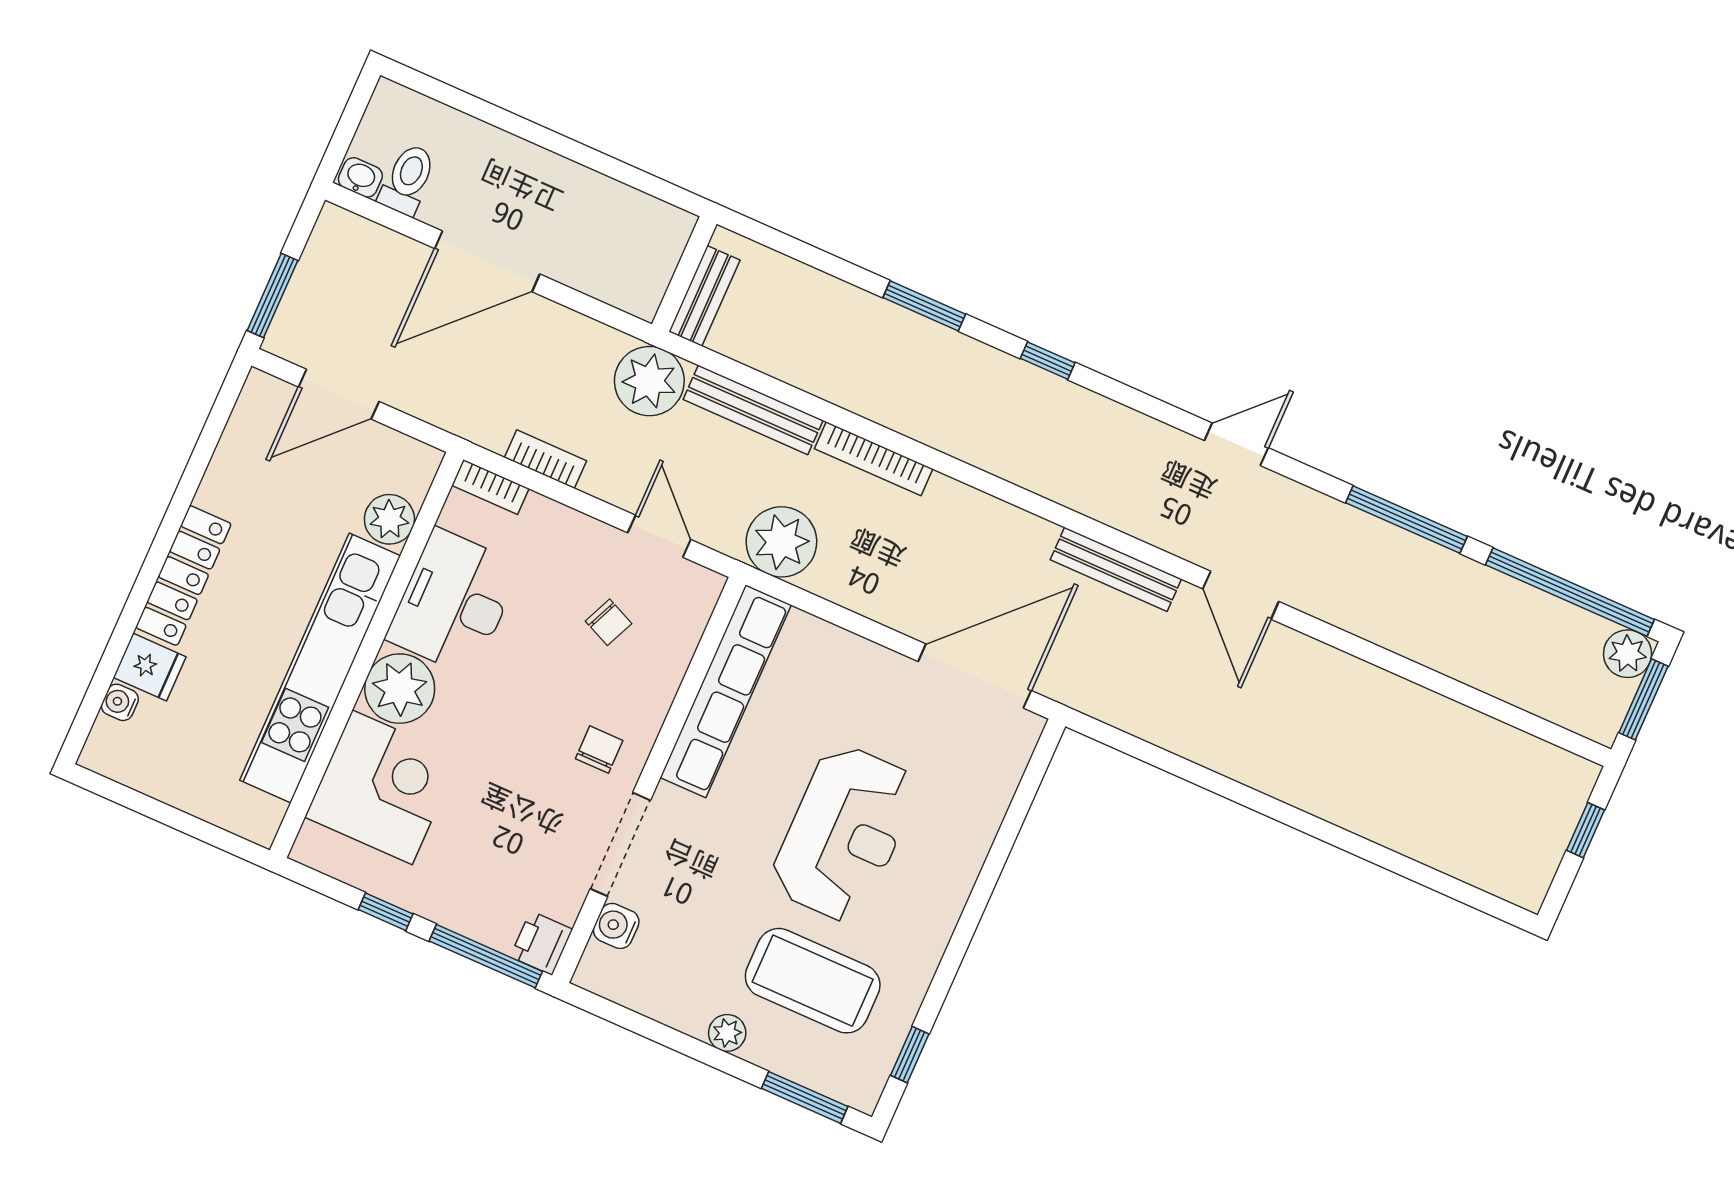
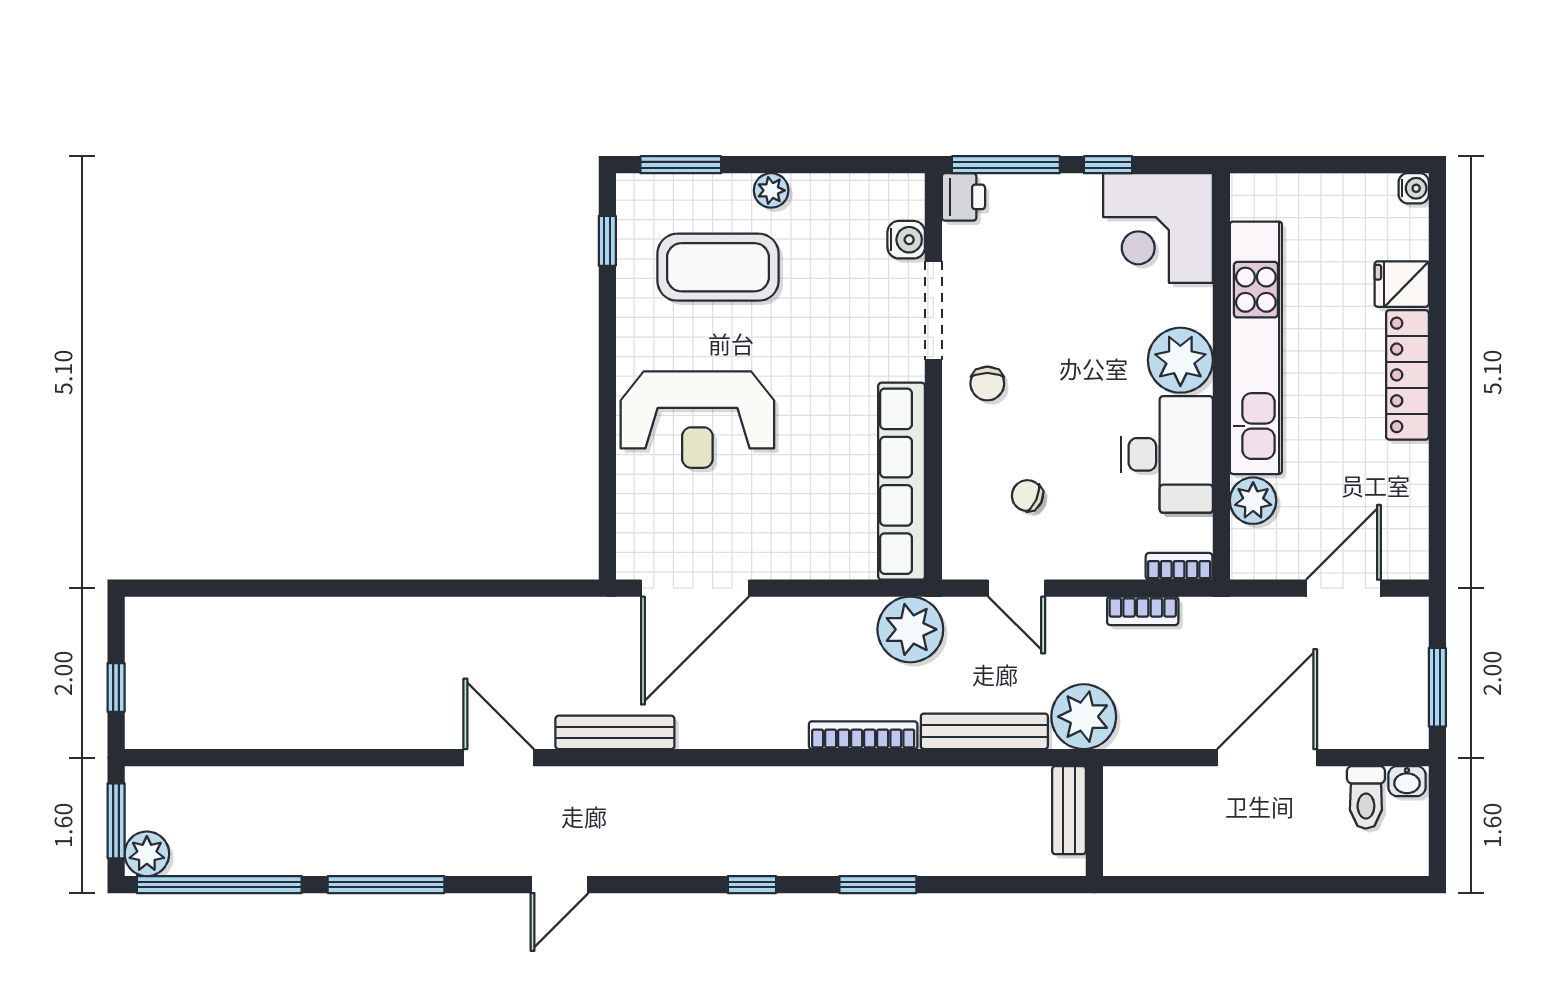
window: (272, 295) -> (1437, 687), moved
water cooler: (120, 702) -> (1414, 188), moved
corner desk: (382, 787) -> (1158, 228), moved
reception desk: (844, 833) -> (697, 420), moved, turned -90

